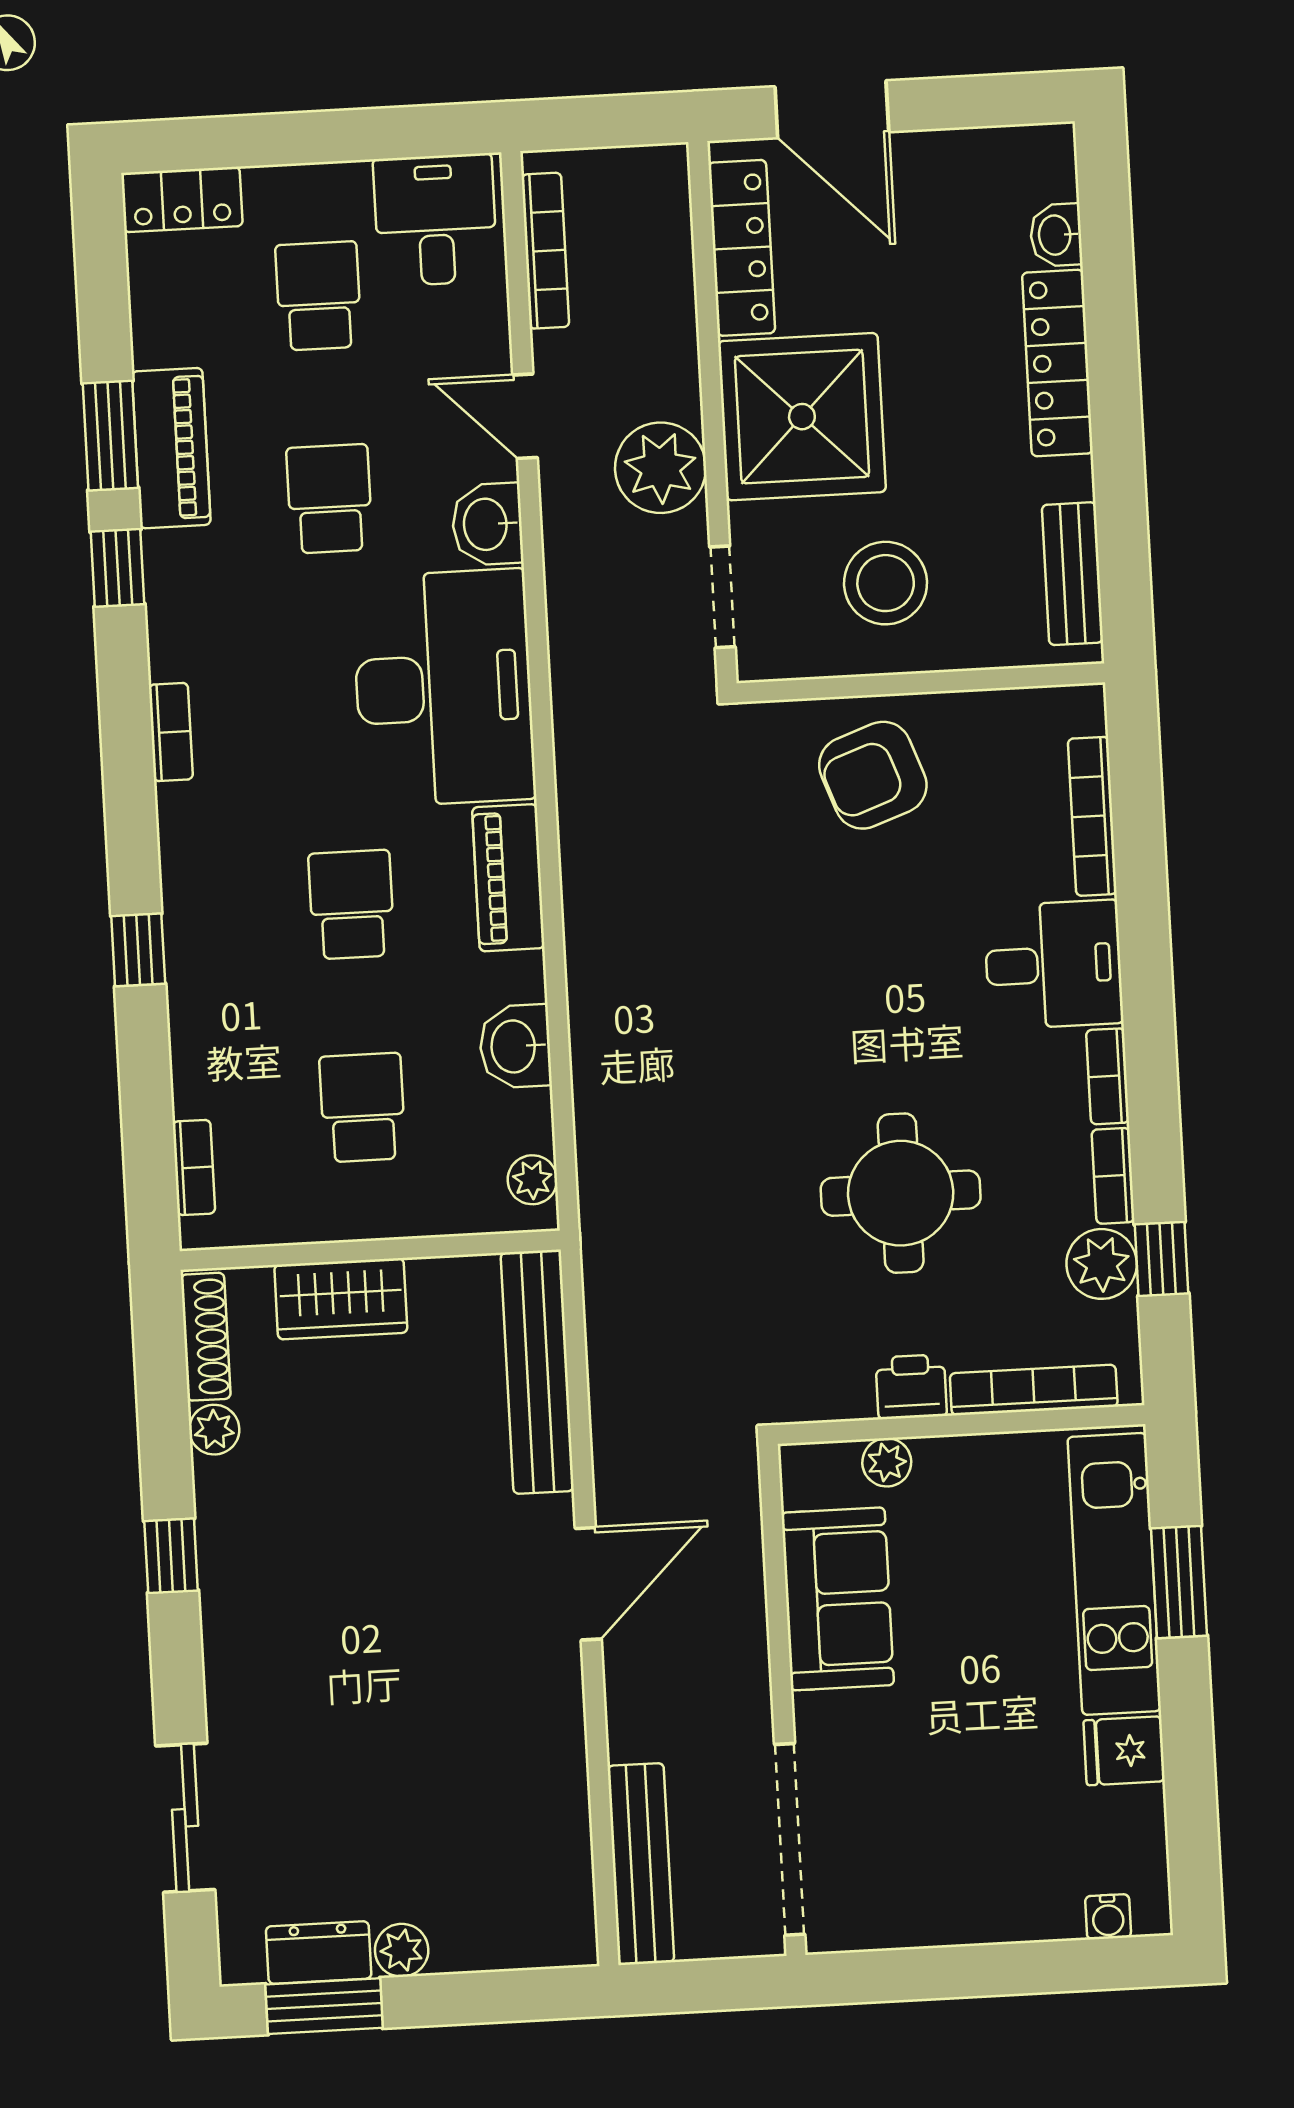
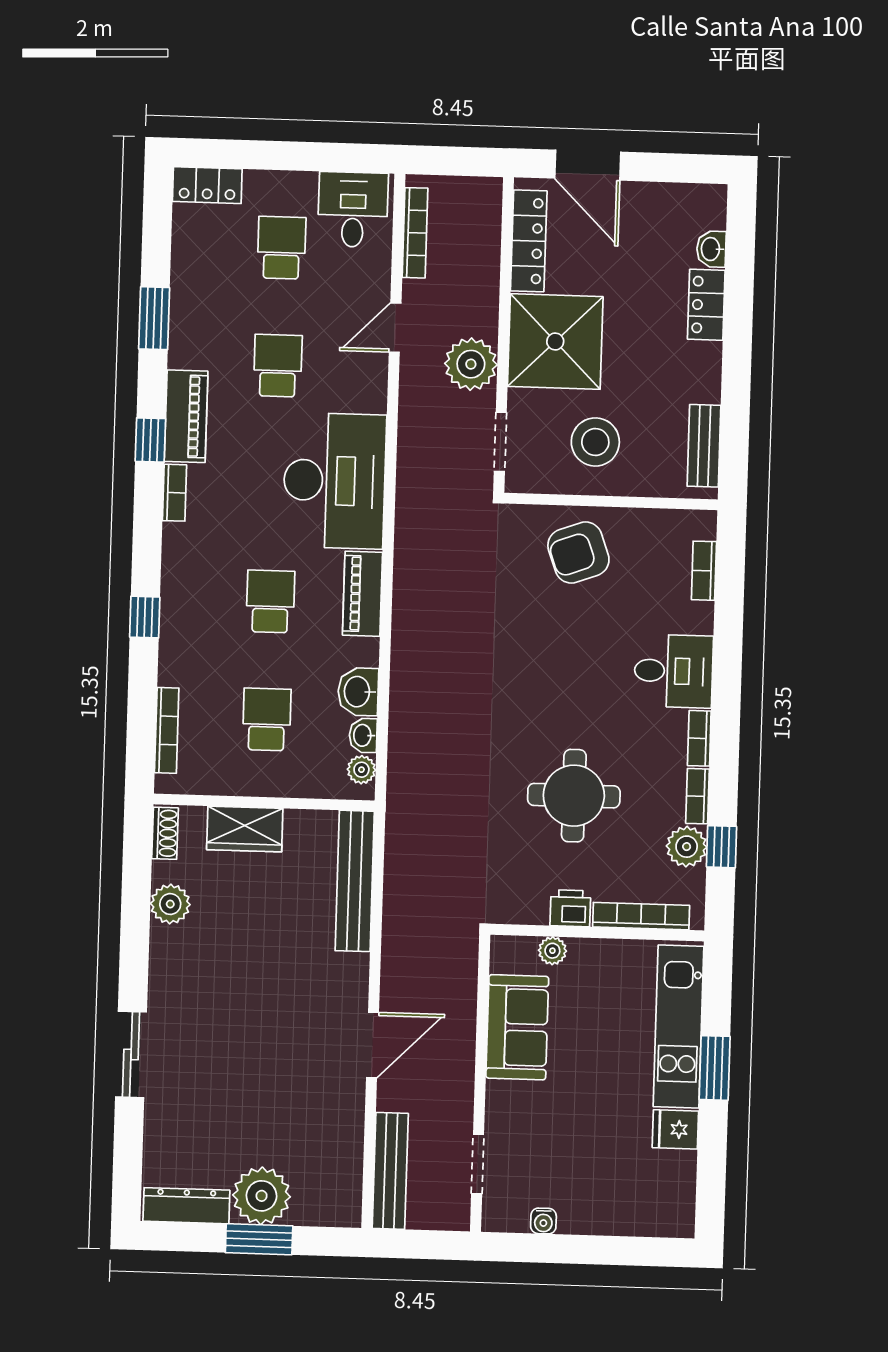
locker: (1057, 363) -> (706, 305), width x0.66
door: (525, 416) -> (395, 328), hinge flipped
piano: (171, 448) -> (186, 416), moved
washbasin: (487, 524) -> (363, 735), moved, width x0.72, depth x0.69
window: (118, 568) -> (150, 440), moved
bookcase: (1092, 816) -> (704, 571), width x0.64
bookcase: (194, 1167) -> (167, 730), width x1.56
shoe rack: (206, 1337) -> (165, 833), width x0.70
plant: (214, 1430) -> (170, 904), width x1.38, depth x1.38
window: (171, 1556) -> (134, 969), removed
window: (1179, 1582) -> (715, 1068), moved
door: (588, 1584) -> (373, 1045), moved
sliding door: (185, 1818) -> (131, 1054), moved
doorway: (790, 1839) -> (478, 1164), width x0.53
water cooler: (1108, 1917) -> (543, 1221), moved
plant: (402, 1950) -> (262, 1196), width x1.88, depth x1.88
dresser: (319, 1952) -> (186, 1206), width x1.44
window: (324, 2006) -> (259, 1239), moved

